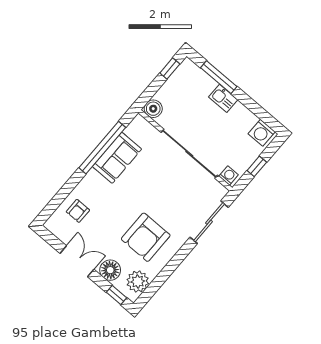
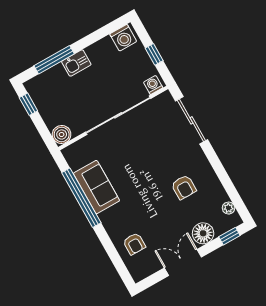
armchair: (146, 237) -> (184, 187), width x0.53, depth x0.53
plant: (138, 282) -> (229, 208), width x0.53, depth x0.53

